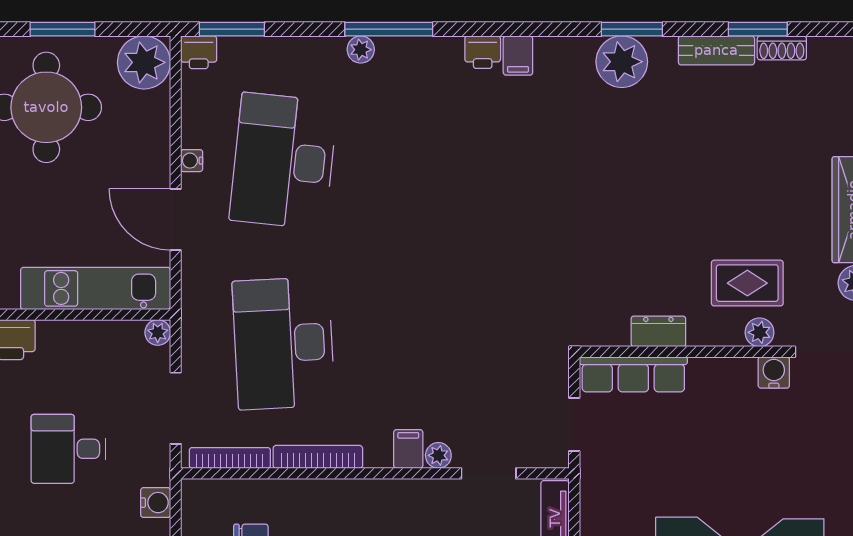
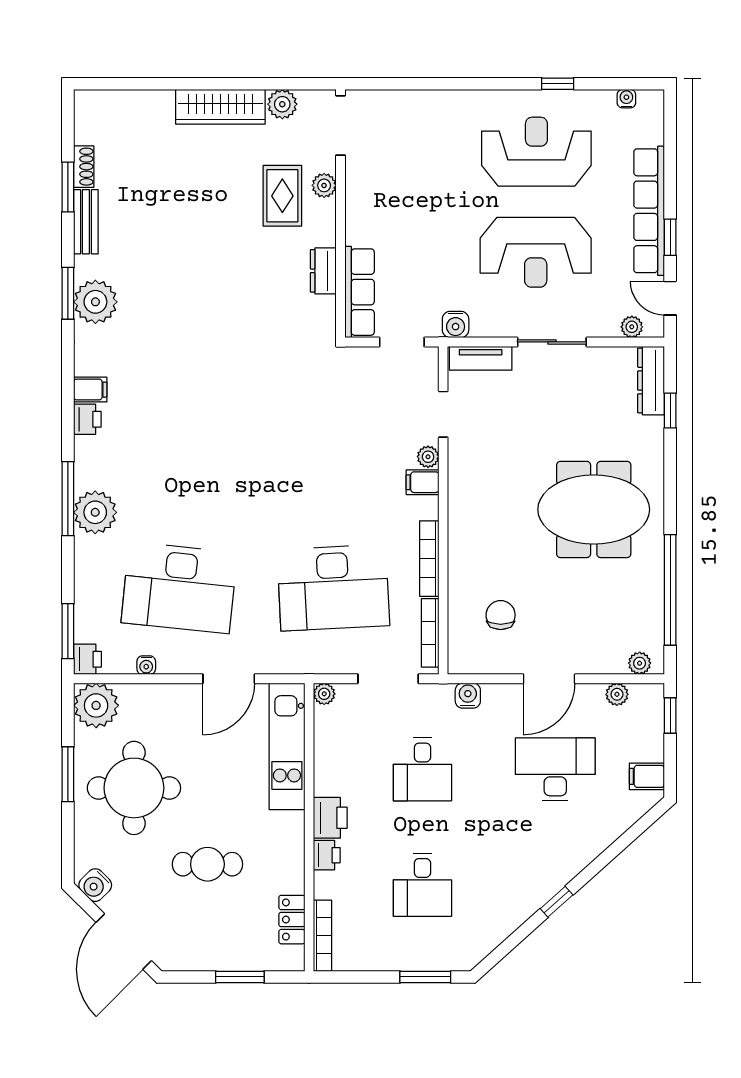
plant: (361, 50) -> (95, 512), width x1.88, depth x1.88
water cooler: (192, 161) -> (146, 665), moved
water cooler: (774, 372) -> (456, 324), moved, turned -90

